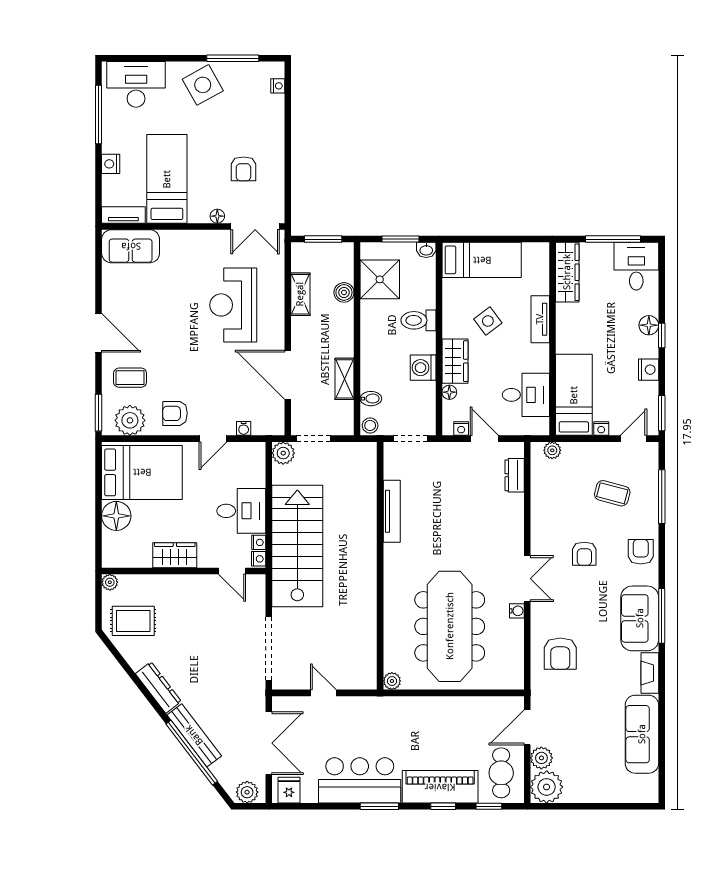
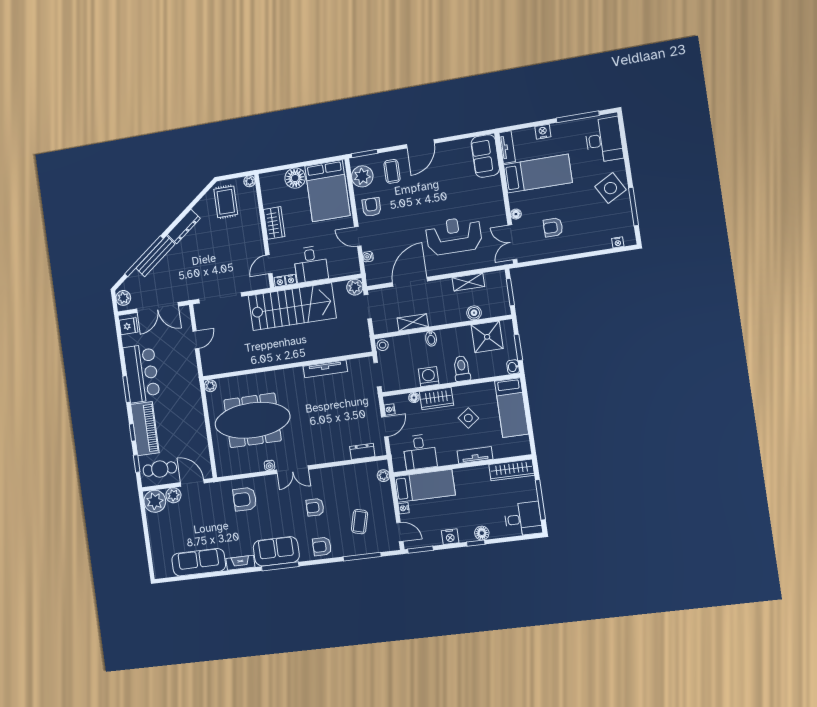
bidet: (371, 399) -> (431, 339), moved
armchair: (641, 552) -> (322, 547), turned 180

